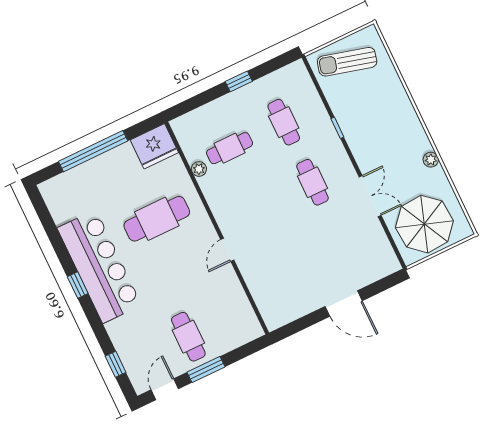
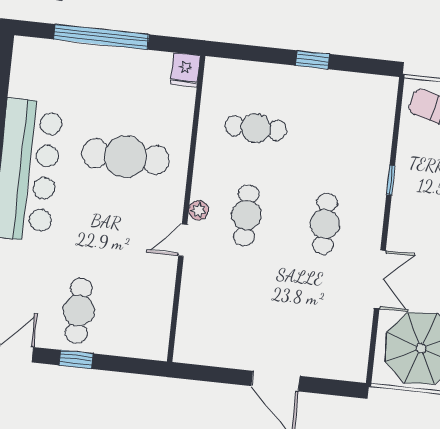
cafe table: (284, 122) -> (246, 215), moved
fridge: (154, 146) -> (185, 70), width x0.53, depth x0.75
plant: (199, 169) -> (198, 210), moved
window: (206, 369) -> (76, 359), width x0.67

